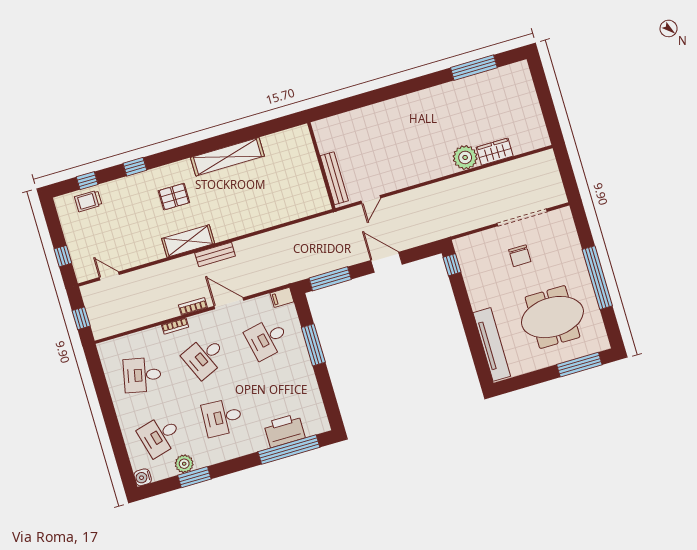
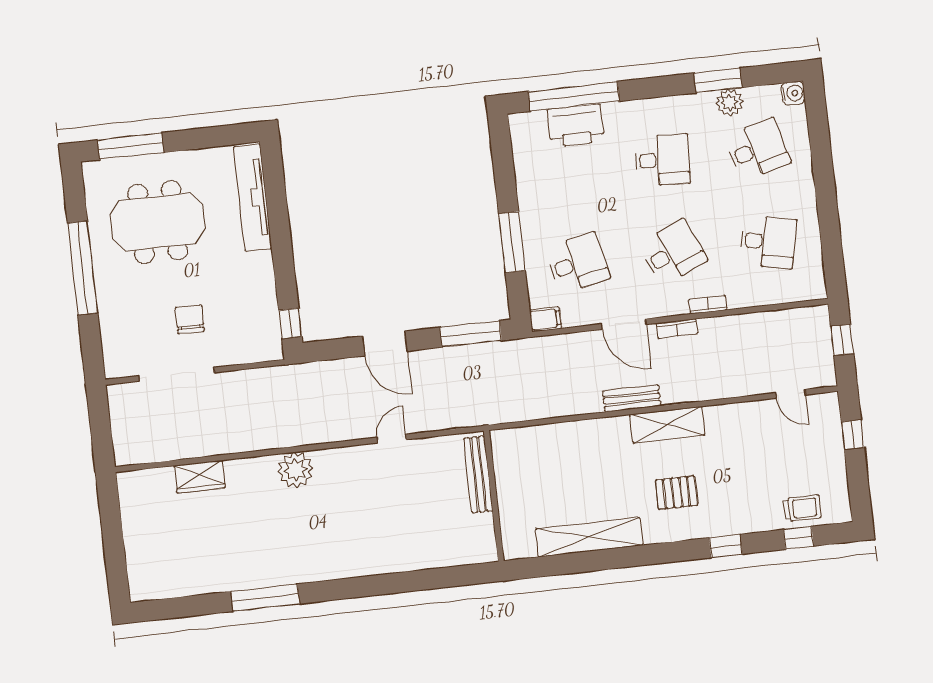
window: (474, 68) -> (265, 598), moved
plant: (465, 157) -> (295, 470), moved
wall: (321, 166) -> (494, 496), moved
bench: (334, 178) -> (478, 475), moved

